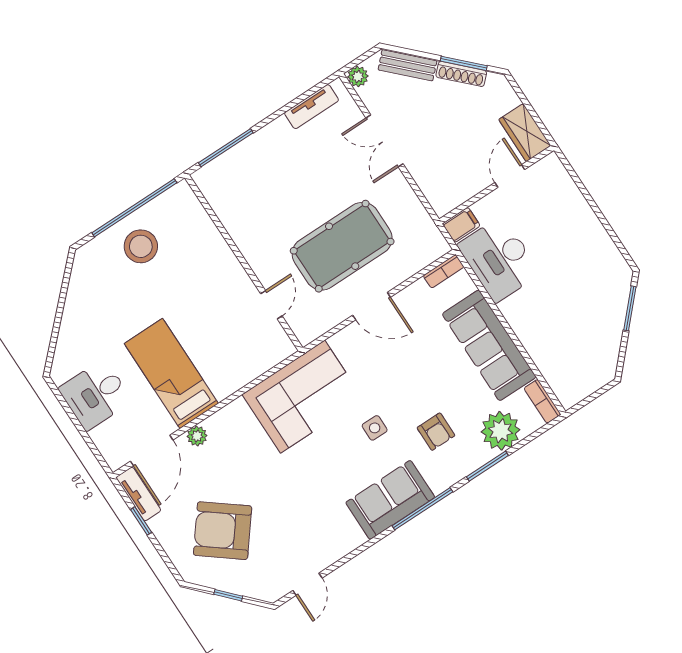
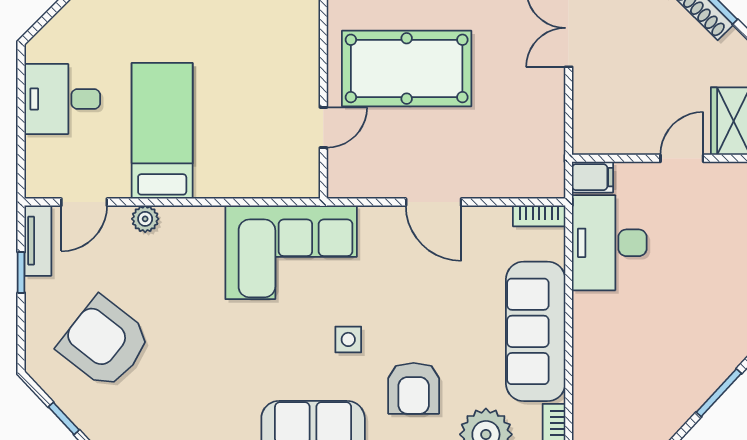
pool table: (342, 246) -> (407, 68), moved
armchair: (436, 432) -> (414, 388), width x1.38, depth x1.38
door: (152, 451) -> (84, 202), width x0.73

